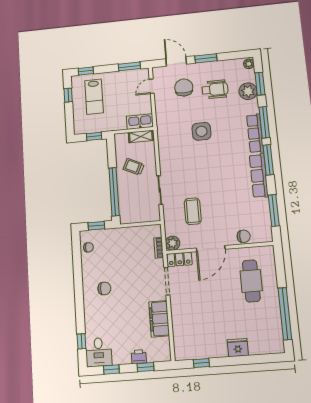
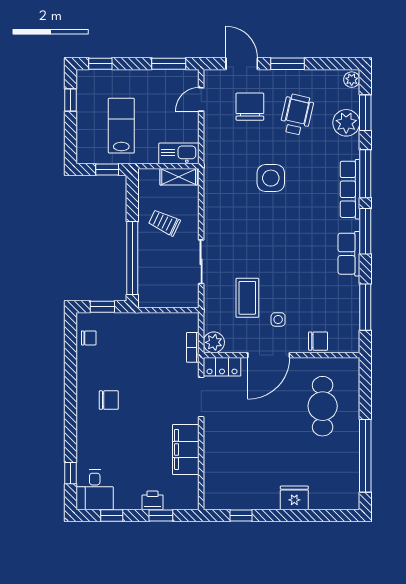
wheelchair: (215, 89) -> (297, 115), turned -77
lab bench: (94, 97) -> (121, 126), moved, turned 180
row of seats: (259, 176) -> (349, 254), width x0.68
side table: (215, 224) -> (278, 319), added

